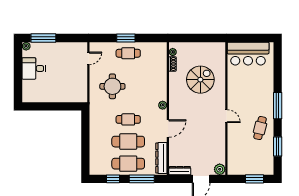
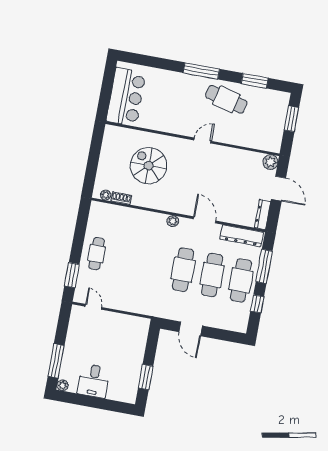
window: (126, 38) -> (72, 275), moved
round table: (112, 86) -> (136, 282), removed
window: (44, 106) -> (146, 377), added
cafe table: (128, 119) -> (183, 270), width x1.37, depth x1.35
cafe table: (260, 128) -> (226, 99), width x1.37, depth x1.35
door: (85, 133) -> (191, 329), added

